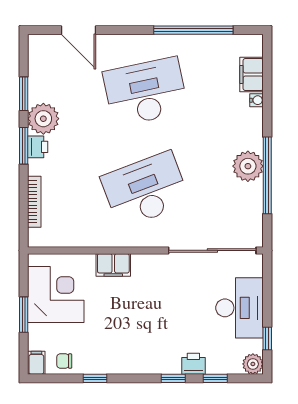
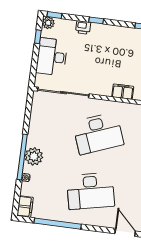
filing cabinet: (252, 74) -> (25, 207), moved
plant: (248, 166) -> (34, 156), moved
window: (267, 175) -> (22, 157), moved
window: (215, 378) -> (54, 15), moved

